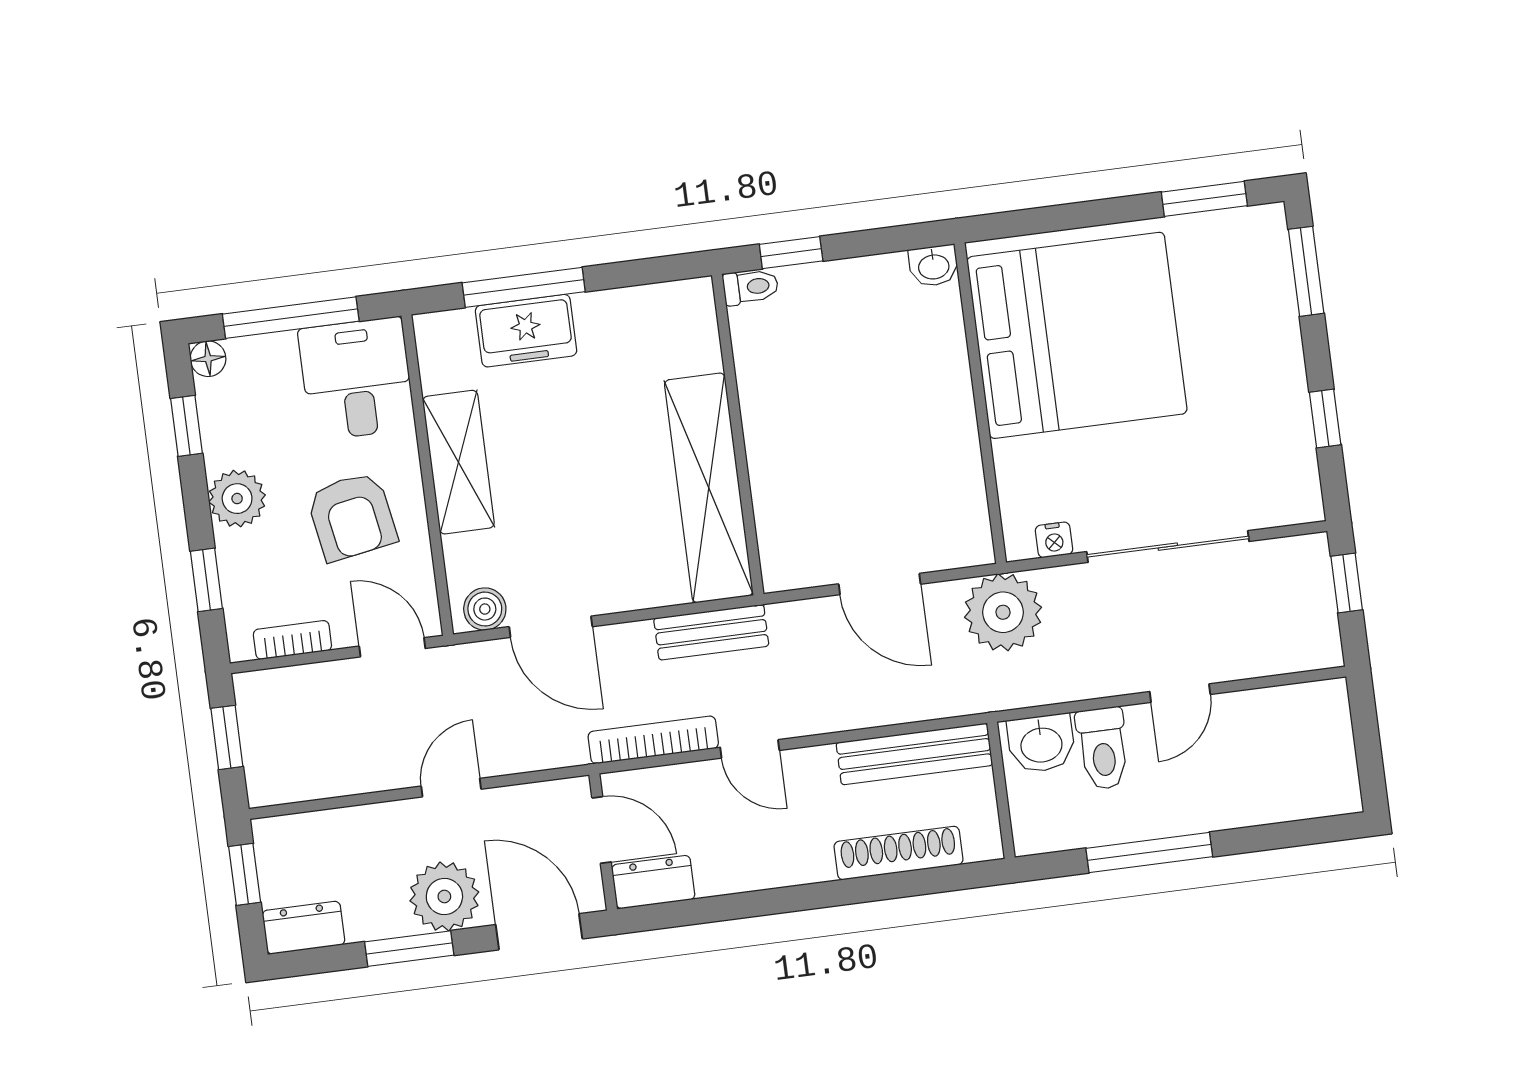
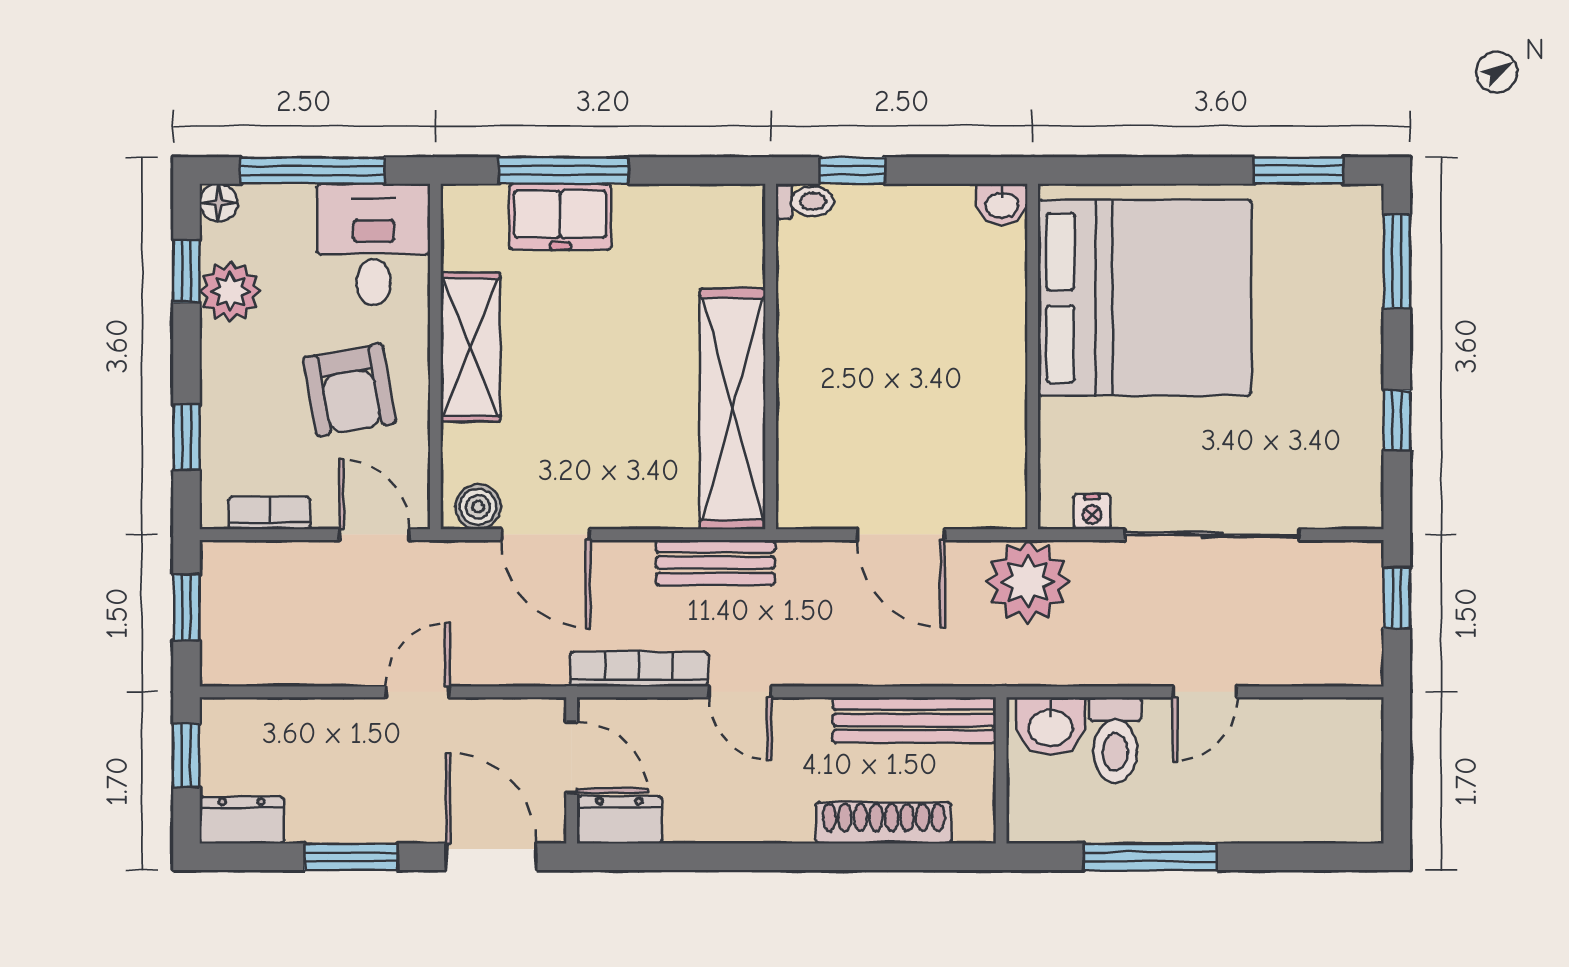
plant: (237, 499) -> (230, 291), moved
plant: (444, 896) -> (395, 806), removed

